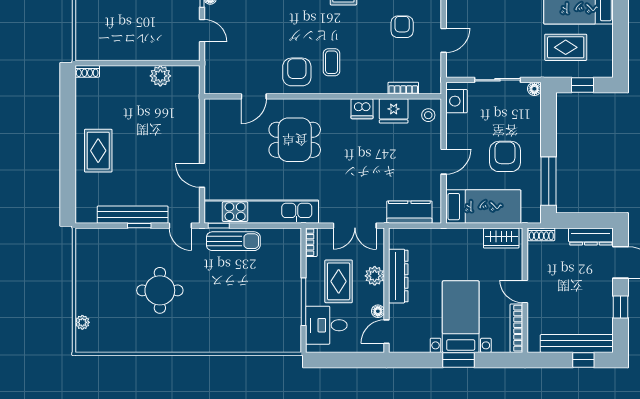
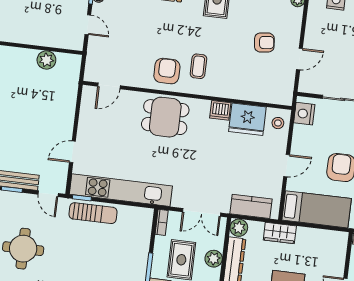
armchair: (402, 27) -> (264, 43), turned 84
bookcase: (403, 88) -> (259, 97), removed
door: (254, 96) -> (109, 86), moved
fridge: (394, 111) -> (247, 119), width x1.36, depth x1.34
dining table: (295, 140) -> (165, 117), moved
door: (202, 175) -> (72, 152), hinge flipped
plant: (399, 238) -> (239, 228), added
wardrobe: (501, 238) -> (280, 233), moved

